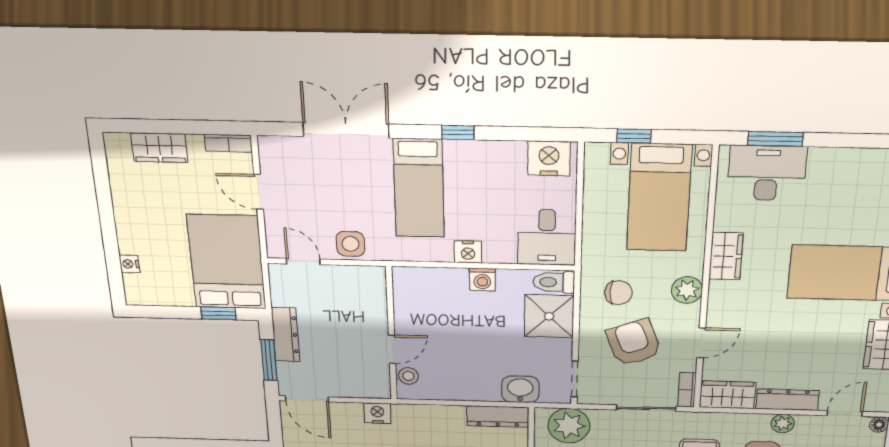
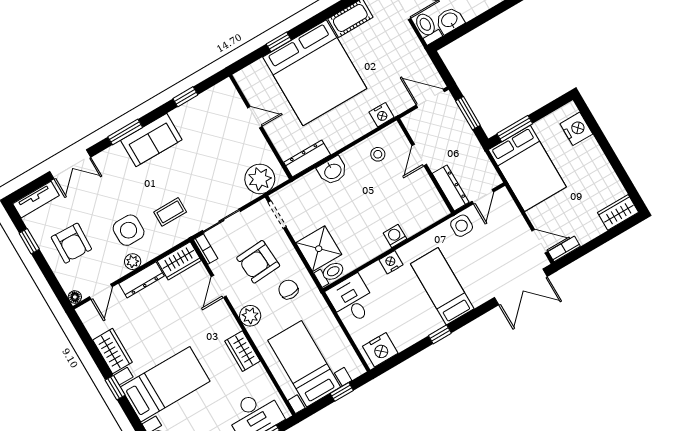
double door: (346, 130) -> (521, 287), moved
wardrobe: (159, 148) -> (618, 212), moved
door: (259, 192) -> (540, 241), moved
door: (303, 261) -> (483, 197), hinge flipped
nightstand: (129, 264) -> (576, 129), width x1.89, depth x1.79
washing machine: (482, 279) -> (395, 236), moved
chair: (618, 293) -> (288, 289), turned 90
window: (219, 313) -> (515, 129), width x1.50
wall: (391, 334) -> (425, 166), moved
dresser: (286, 335) -> (451, 188), moved, turned 180
armchair: (634, 343) -> (258, 262), turned 107
door: (392, 349) -> (419, 155), moved
washbasin: (520, 389) -> (333, 171), moved

